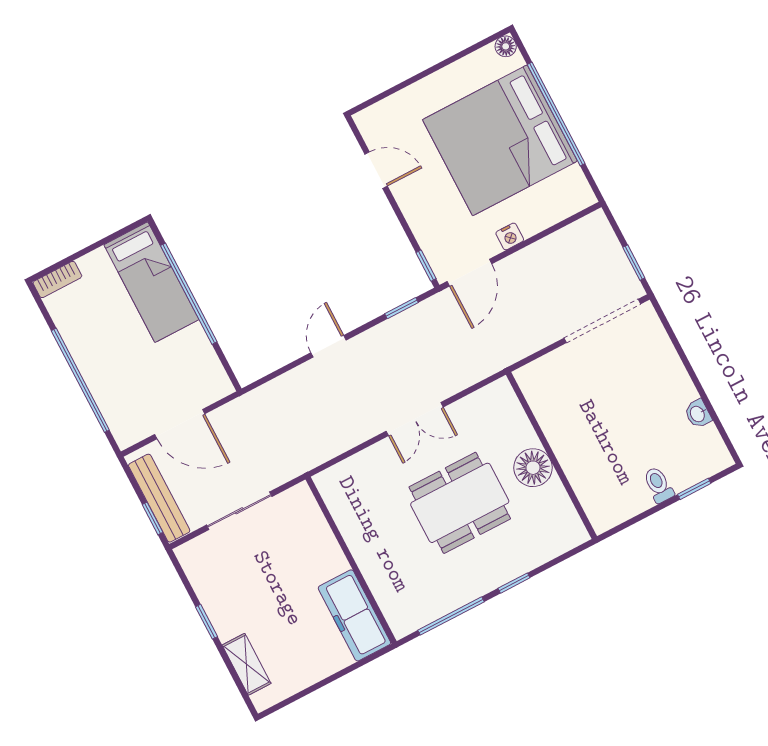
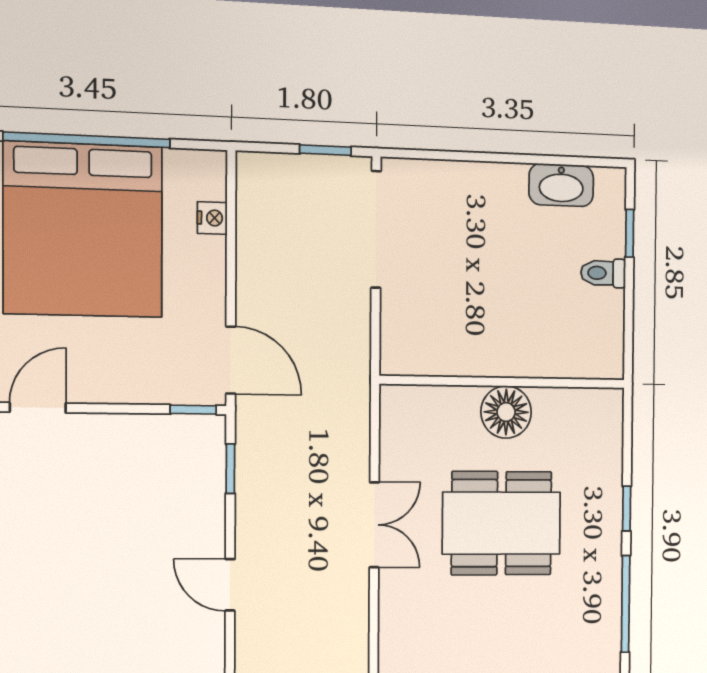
nightstand: (510, 236) -> (212, 218), moved
washbasin: (698, 414) -> (561, 185), width x1.91, depth x1.45
dining table: (460, 503) -> (502, 523), turned 90

